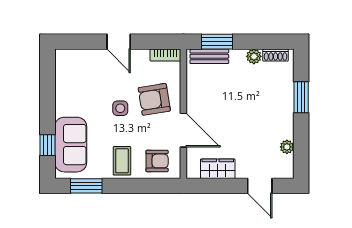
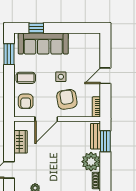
plant: (254, 56) -> (91, 162), width x1.88, depth x1.88
sofa: (71, 145) -> (43, 44), width x1.36

